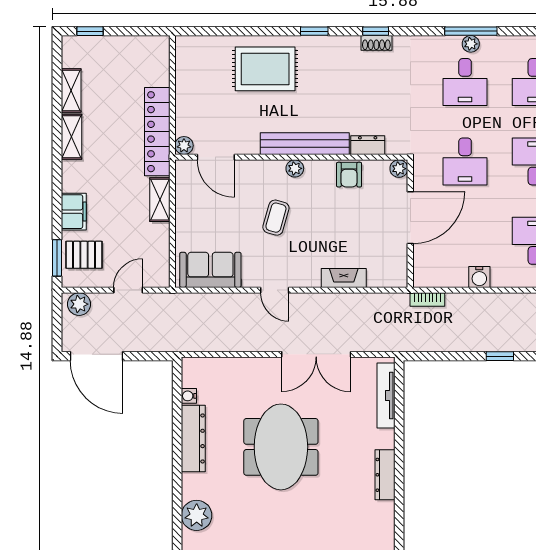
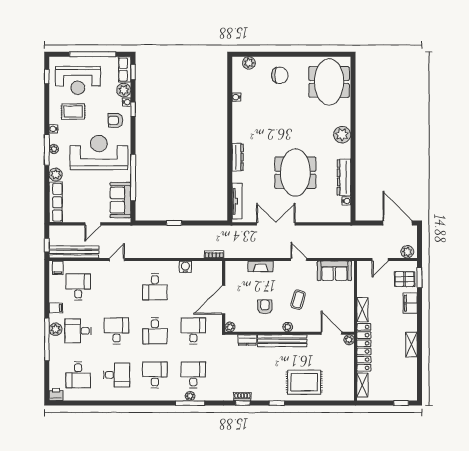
shelving: (71, 91) -> (362, 385), moved
armchair: (349, 175) -> (265, 307), moved

